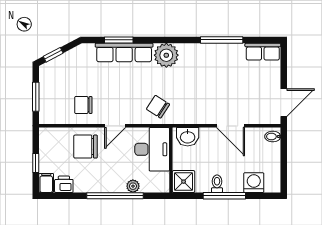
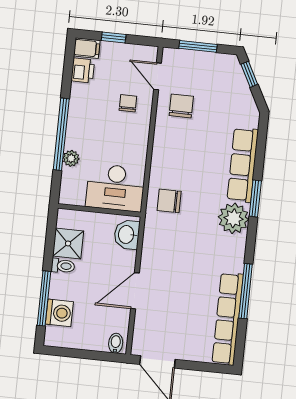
window: (119, 40) -> (255, 198), moved
row of seats: (263, 52) -> (228, 319), width x2.02
chair: (158, 107) -> (169, 201), turned -123
door: (115, 126) -> (157, 76), moved
chair: (86, 147) -> (128, 103), width x0.54, depth x0.54
shower: (184, 182) -> (68, 243), moved
window: (224, 196) -> (44, 298), moved

